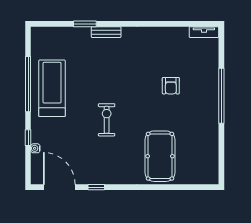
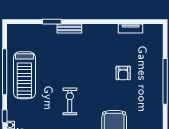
tv unit: (204, 32) -> (131, 29), moved
treadmill: (52, 88) -> (24, 75), turned 180

